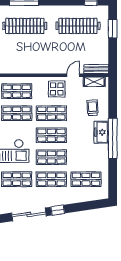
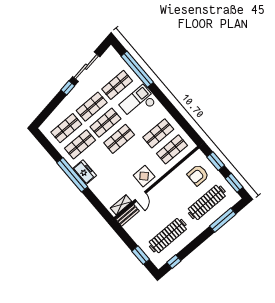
armchair: (13, 53) -> (198, 175), added
trolley: (92, 108) -> (106, 185), removed
shop shelf: (51, 113) -> (80, 144), moved

